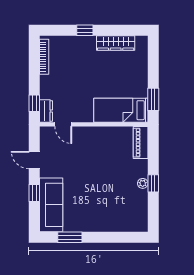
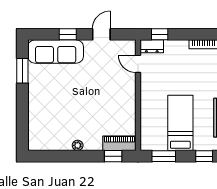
window: (153, 60) -> (204, 156), added
bed: (121, 110) -> (180, 123), moved
door: (63, 124) -> (138, 64), hinge flipped
window: (153, 183) -> (113, 156), moved

